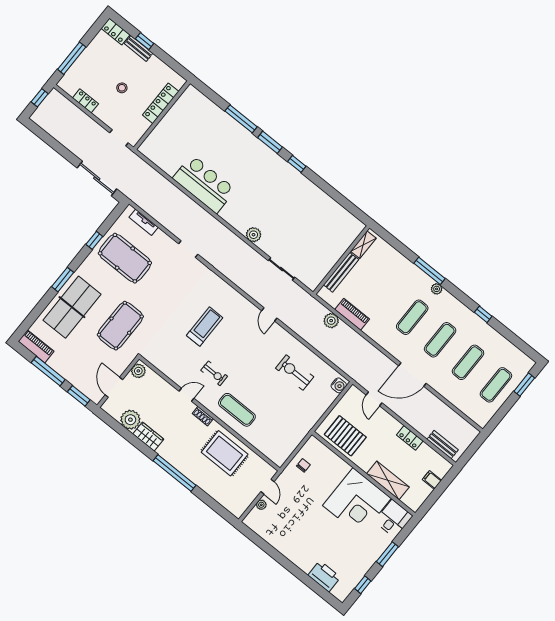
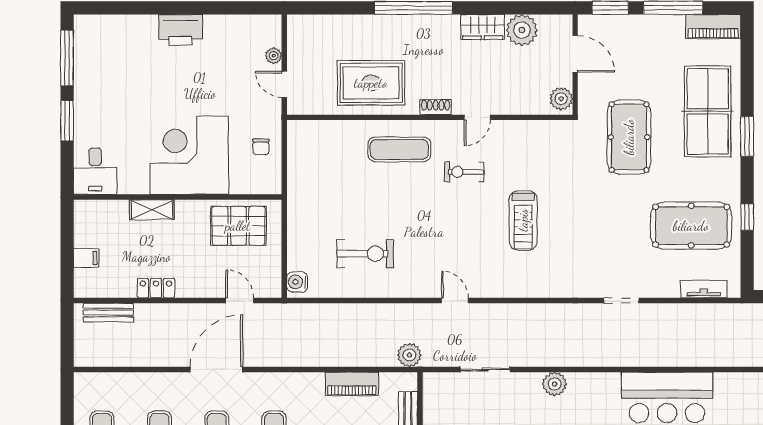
plant: (331, 321) -> (409, 355), moved
shelving: (388, 480) -> (152, 210), width x0.67, depth x0.75
corner desk: (357, 502) -> (189, 155), moved
printer: (324, 576) -> (181, 30), moved
window: (363, 585) -> (67, 58), width x2.17

